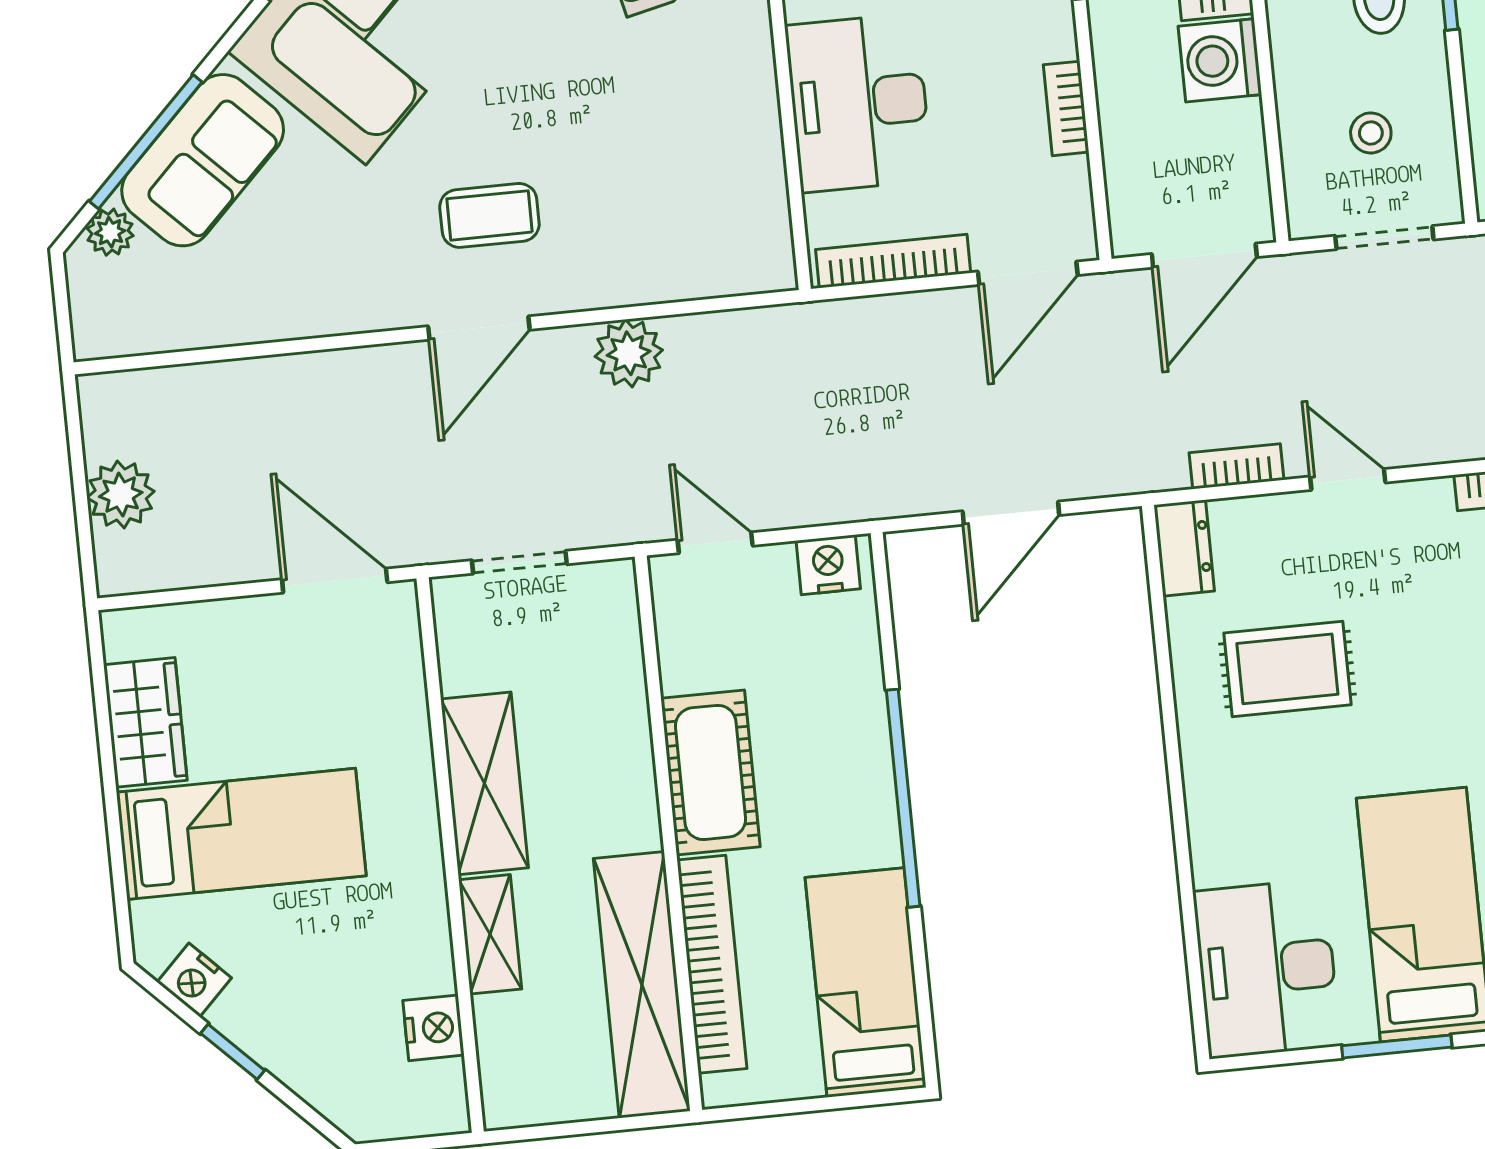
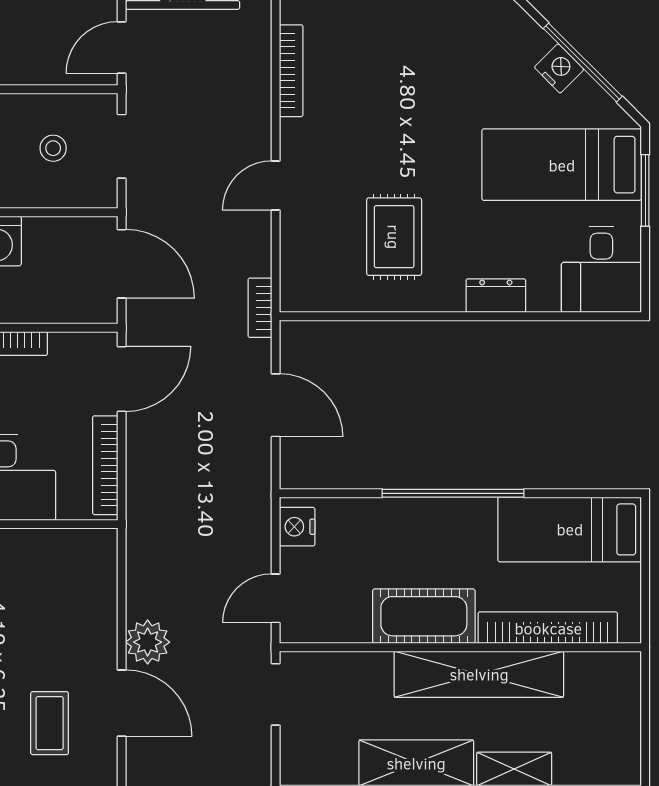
door: (1028, 273) -> (122, 379), hinge flipped
door: (479, 328) -> (122, 703), moved
bookcase: (1237, 466) -> (260, 308), moved
dresser: (1184, 548) -> (496, 296), moved
doorway: (519, 562) -> (276, 694), moved
desk: (1267, 969) -> (601, 269), width x0.73
shelving: (642, 985) -> (479, 674), moved

